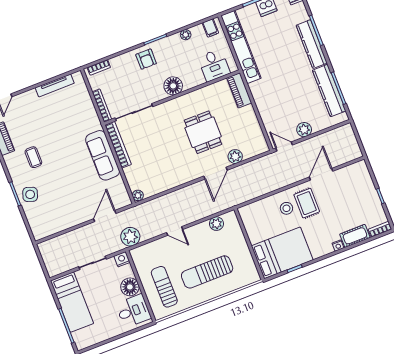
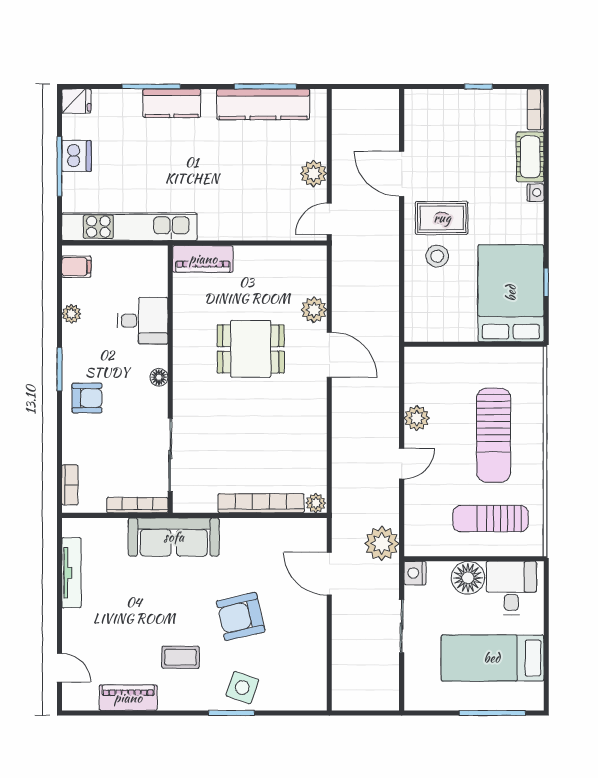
kitchen counter: (312, 44) -> (172, 103), width x0.67
desk: (214, 65) -> (143, 321), moved
floor lamp: (173, 86) -> (159, 377), width x0.53, depth x0.53
bookcase: (118, 145) -> (261, 503), moved
sofa: (103, 155) -> (174, 537), moved
armchair: (66, 180) -> (241, 616), added
plant: (216, 224) -> (417, 418), moved
bed: (72, 302) -> (492, 658), moved, turned 180

